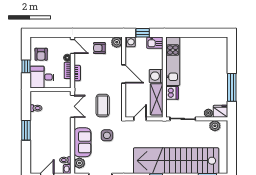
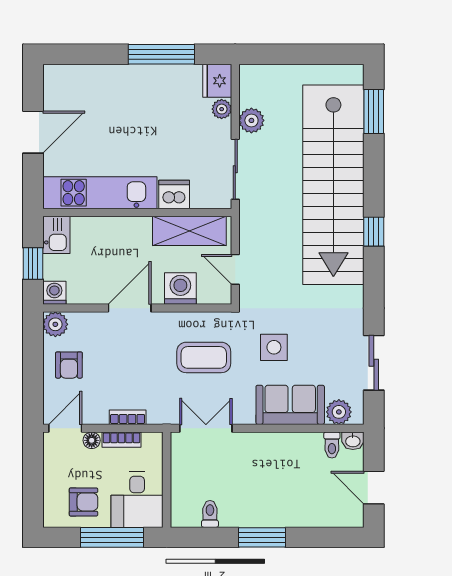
door: (199, 33) -> (33, 132), added
window: (26, 66) -> (112, 537), width x2.17
washing machine: (156, 76) -> (180, 289), moved, turned 180
plant: (215, 126) -> (251, 120), moved

